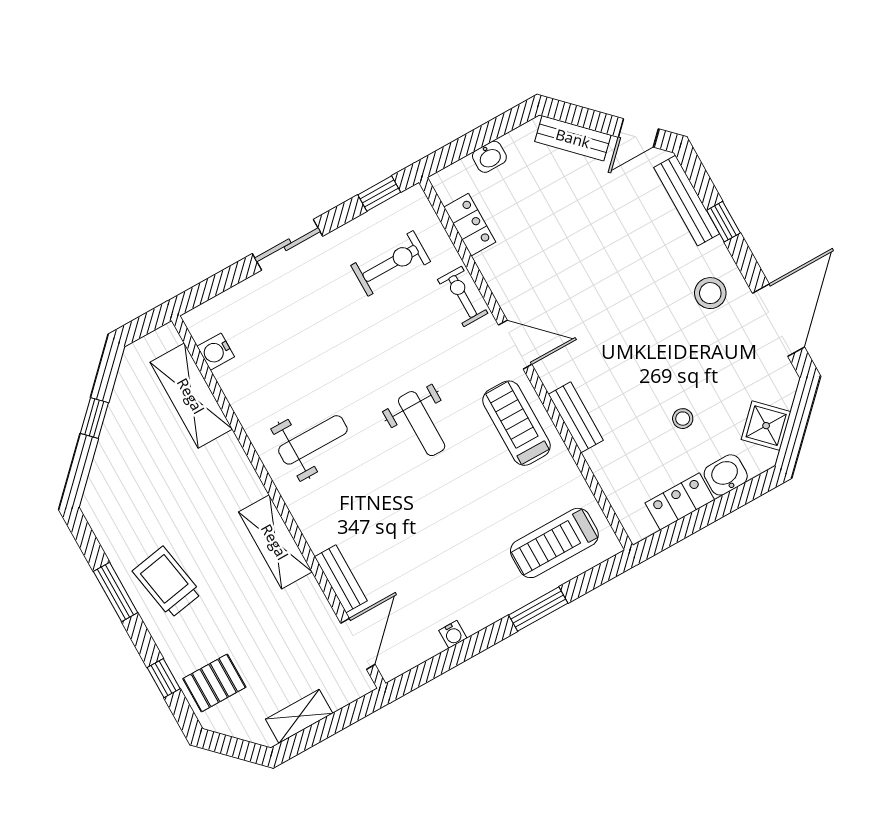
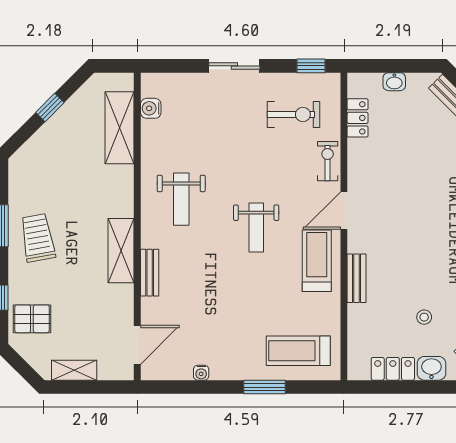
door: (515, 345) -> (344, 210), swing flipped
weight bench: (313, 440) -> (181, 199), turned 90
bench: (341, 579) -> (150, 273), moved

